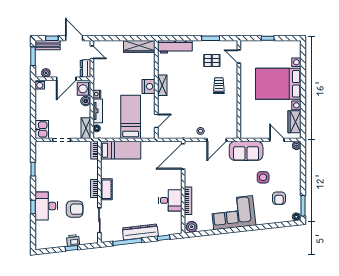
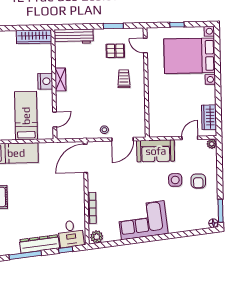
bed with nightstands: (278, 84) -> (190, 56), moved
door: (277, 140) -> (190, 138), hinge flipped
armchair: (279, 198) -> (198, 181), moved
desk: (170, 200) -> (71, 234), moved, turned 84

